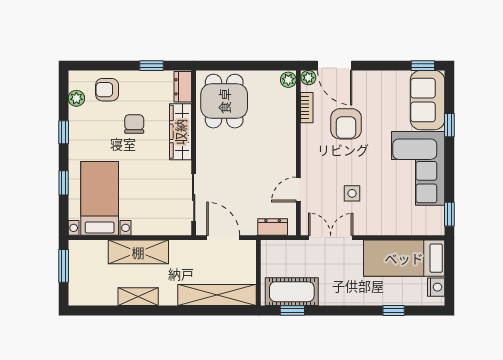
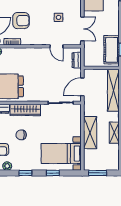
double door: (331, 238) -> (82, 29), swing flipped

